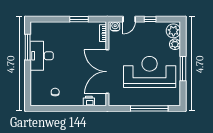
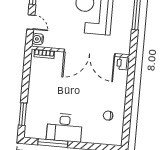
window: (79, 19) -> (23, 114), moved
printer: (89, 101) -> (123, 63), moved

